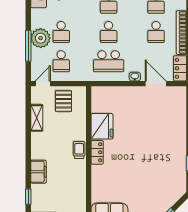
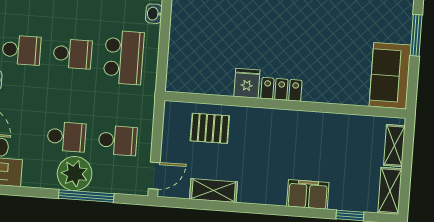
door: (43, 84) -> (154, 176), swing flipped
pallet: (64, 101) -> (210, 128), moved
fridge: (102, 126) -> (247, 83), width x0.53, depth x0.75
trolley: (79, 150) -> (275, 120), removed

